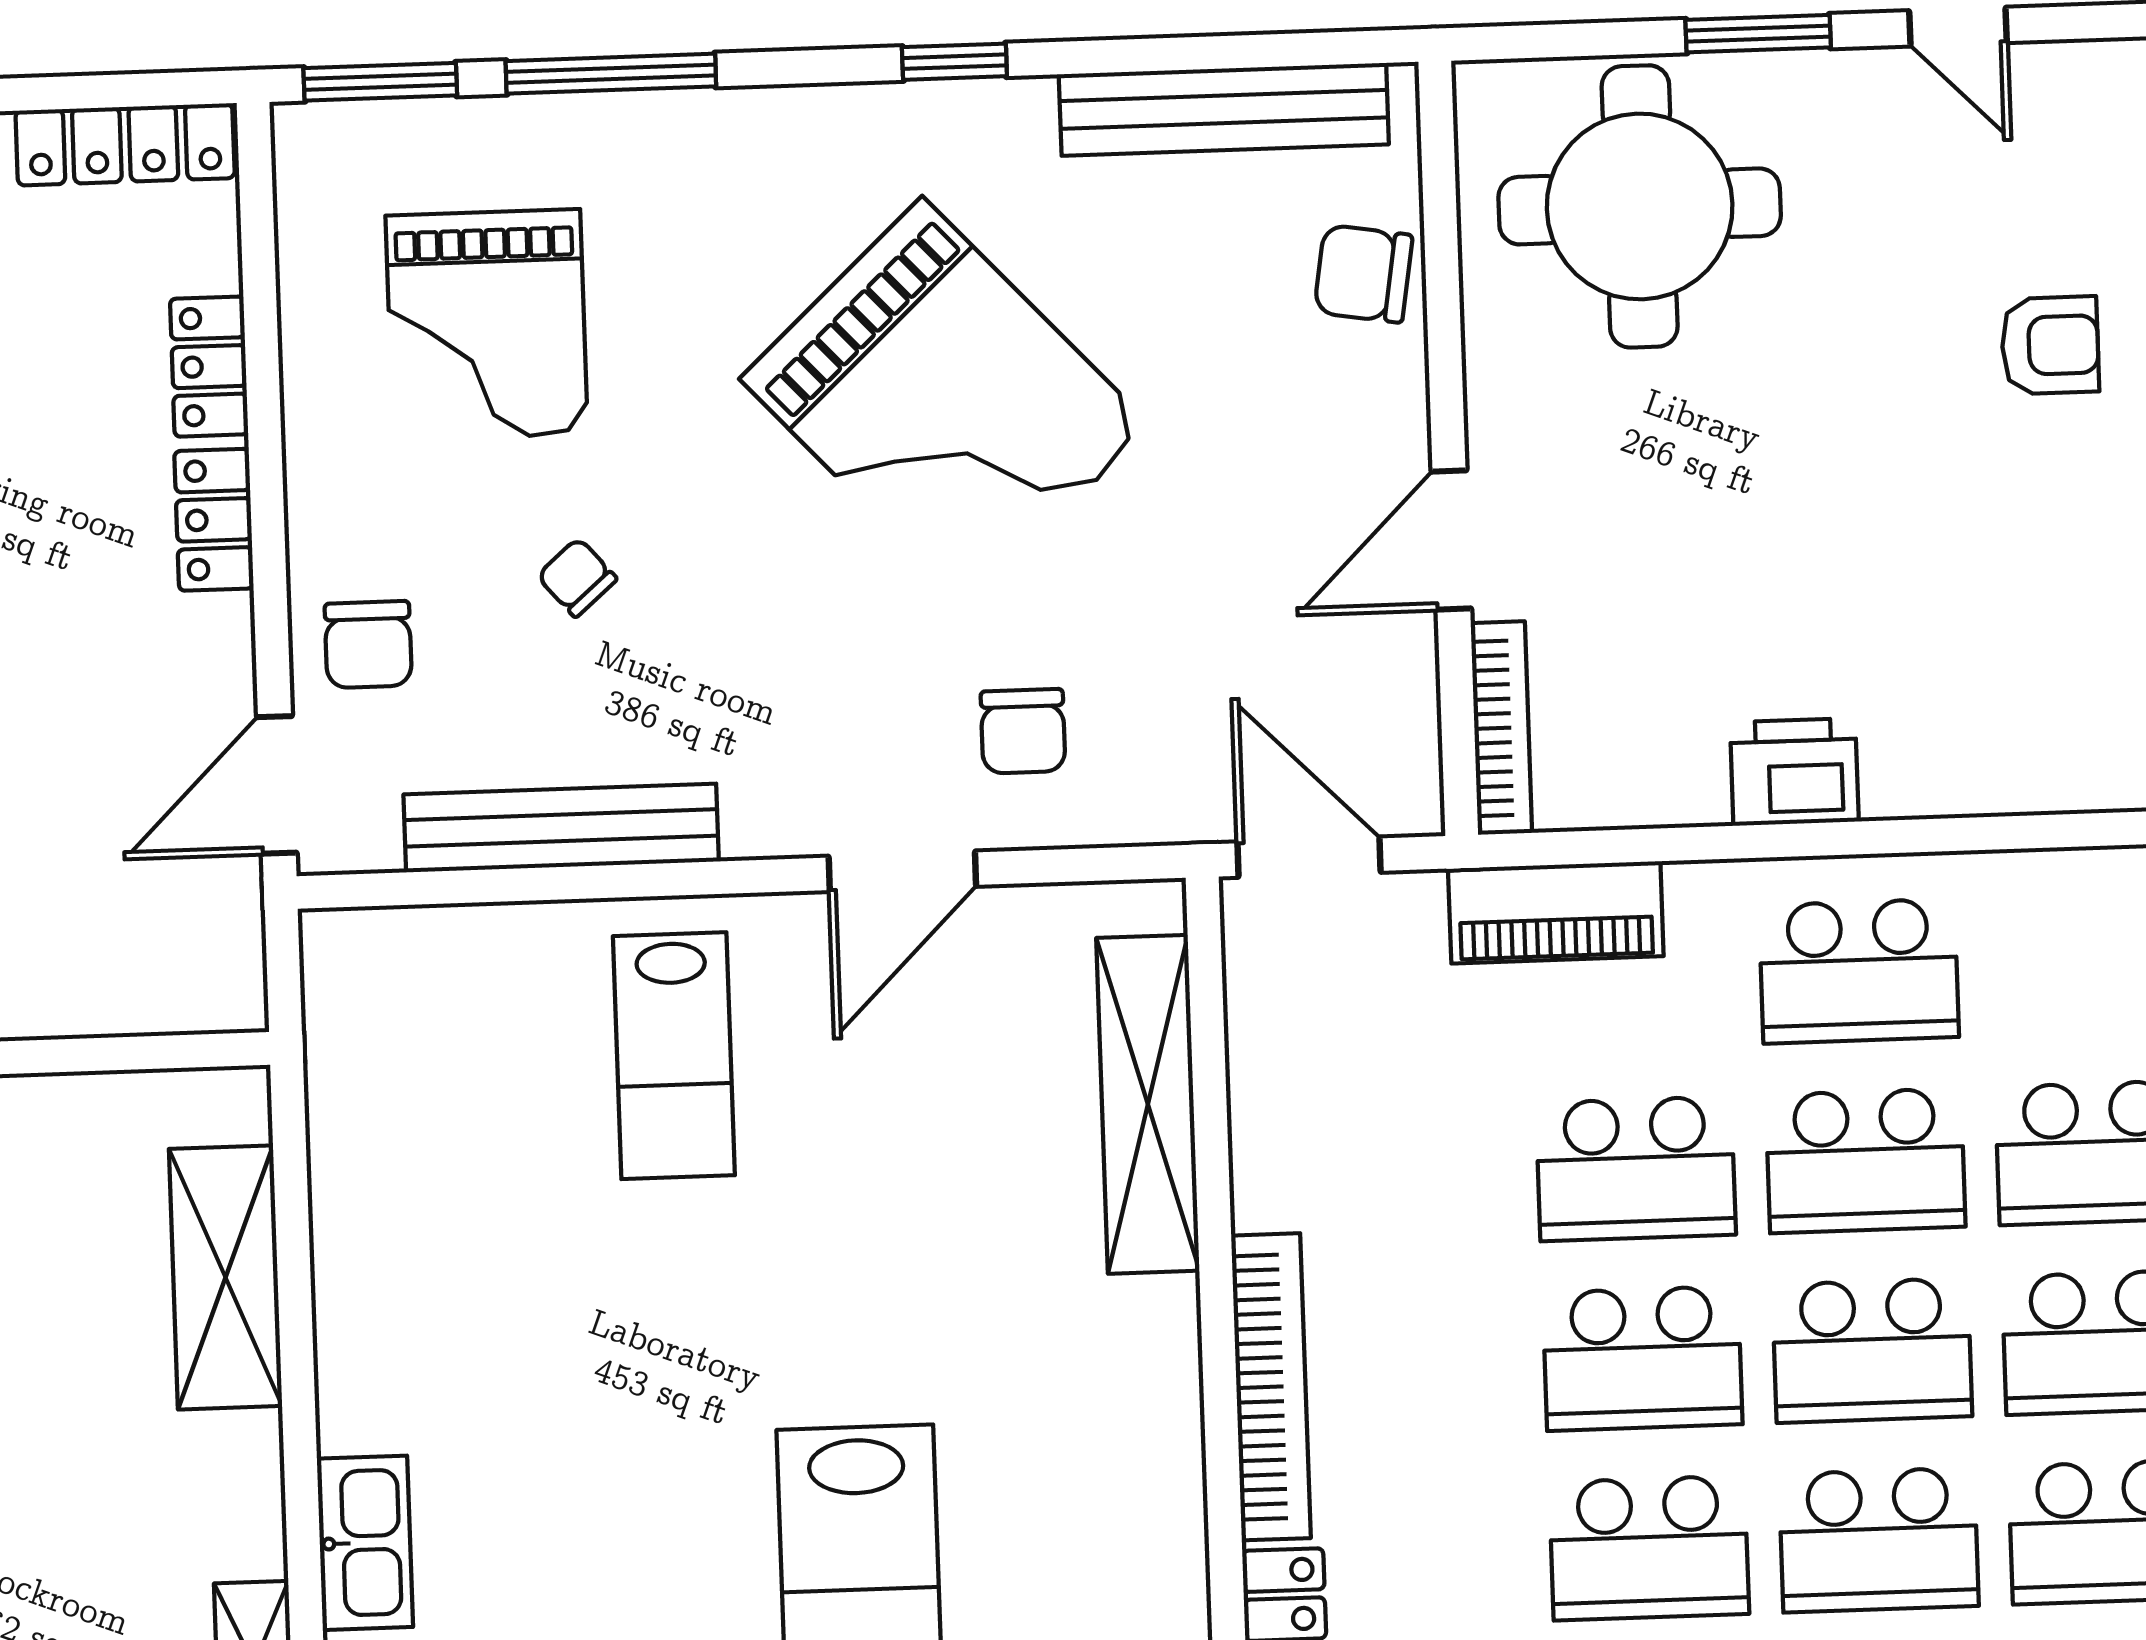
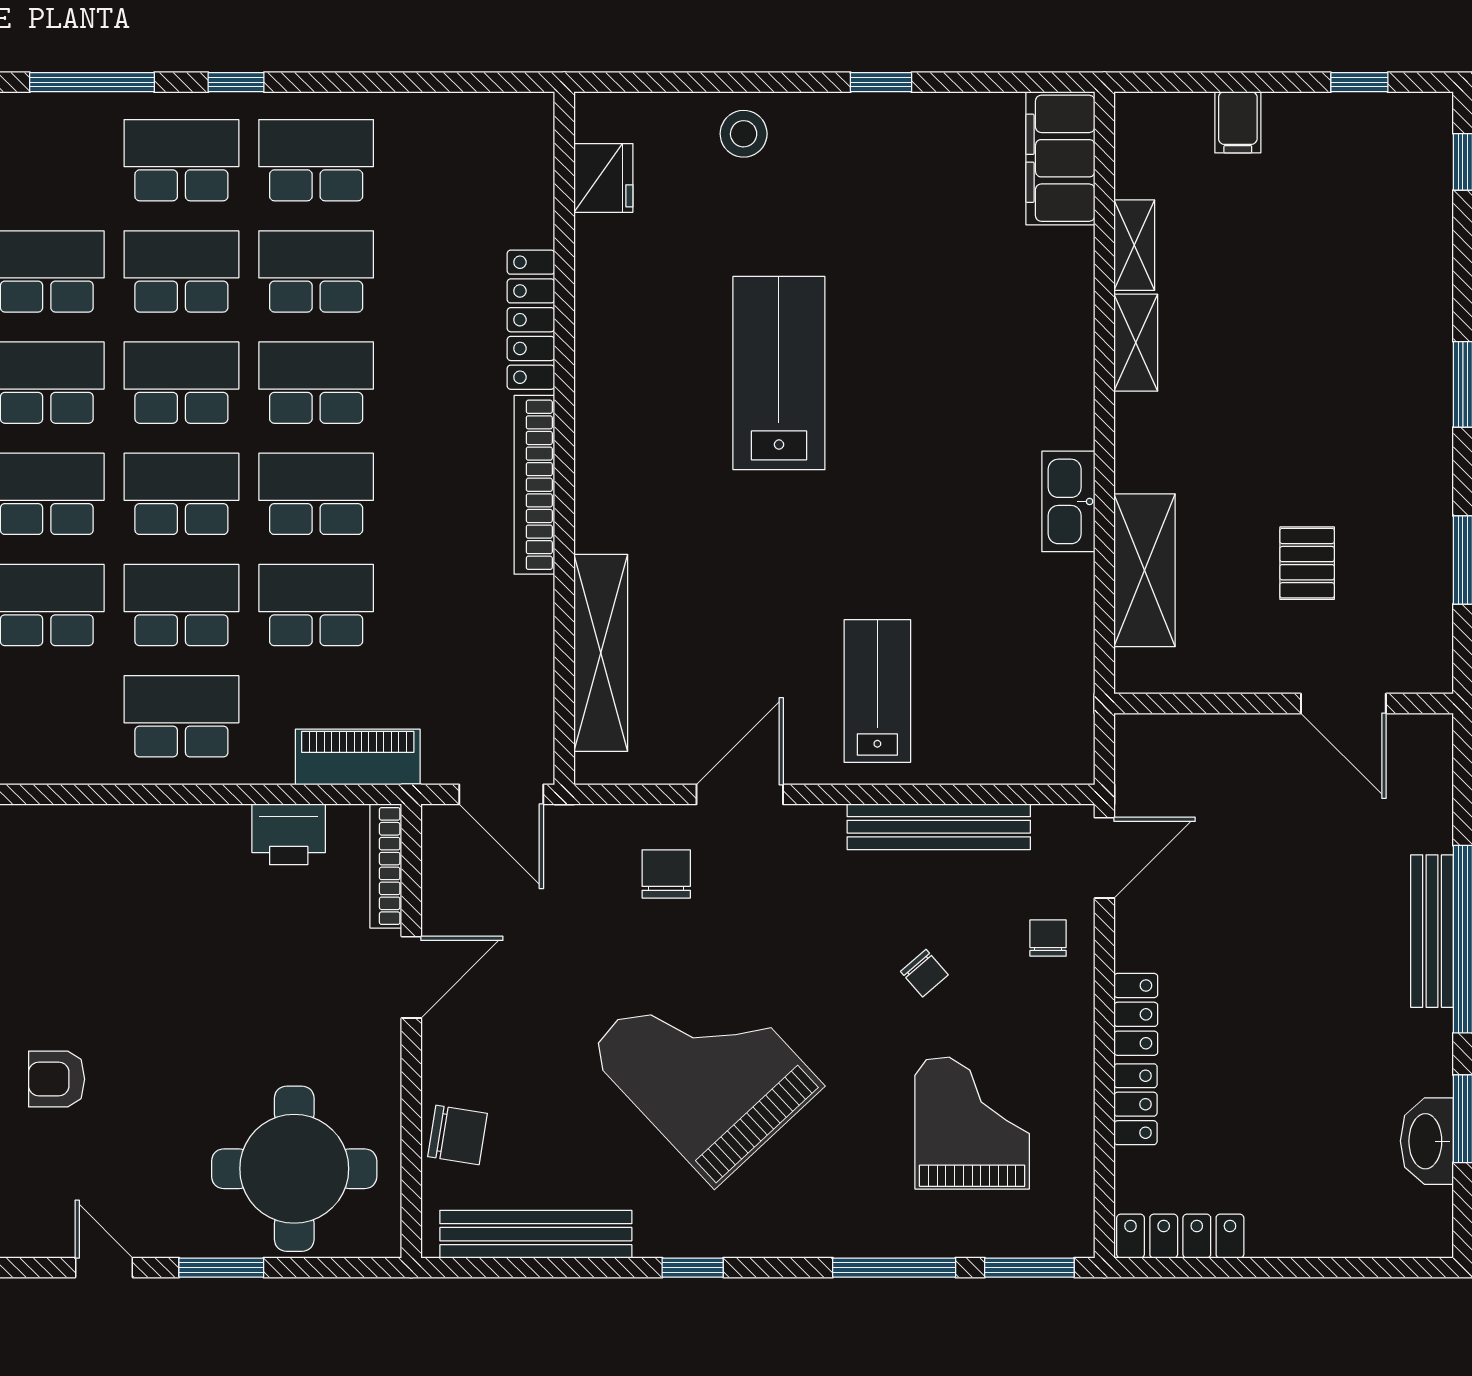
chair: (368, 645) -> (1048, 938), width x0.73, depth x0.73
printer: (1794, 772) -> (289, 834), moved
kitchen sink: (365, 1543) -> (1068, 501), moved

